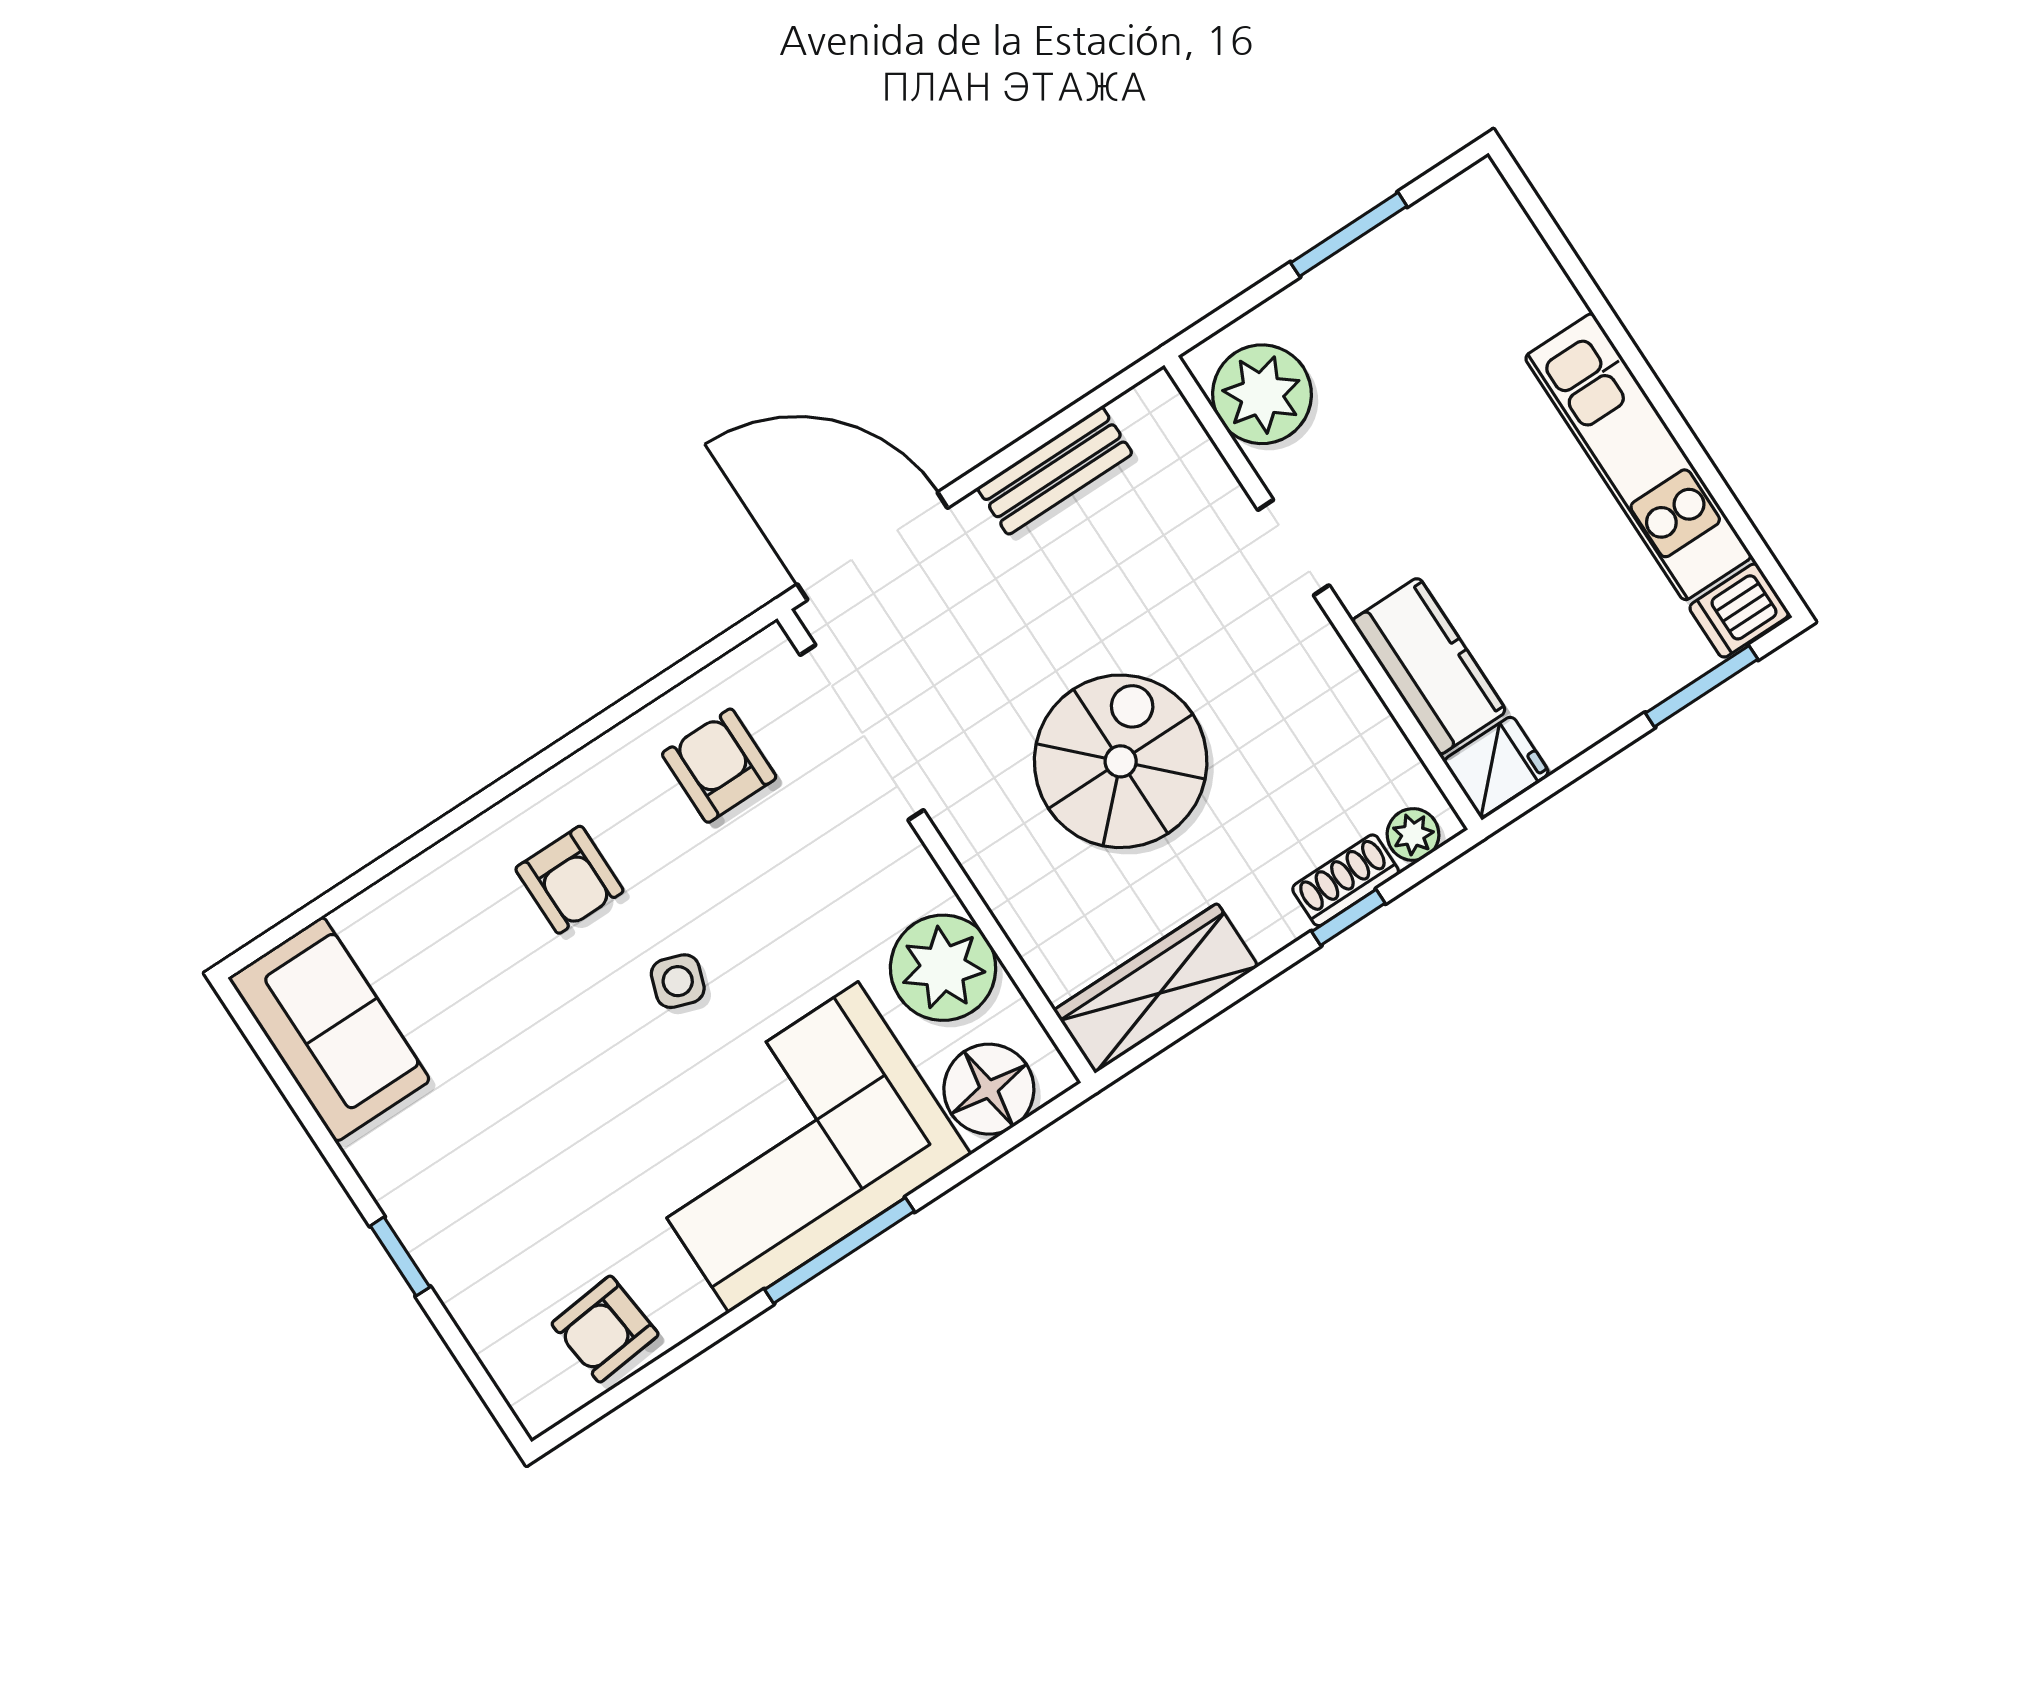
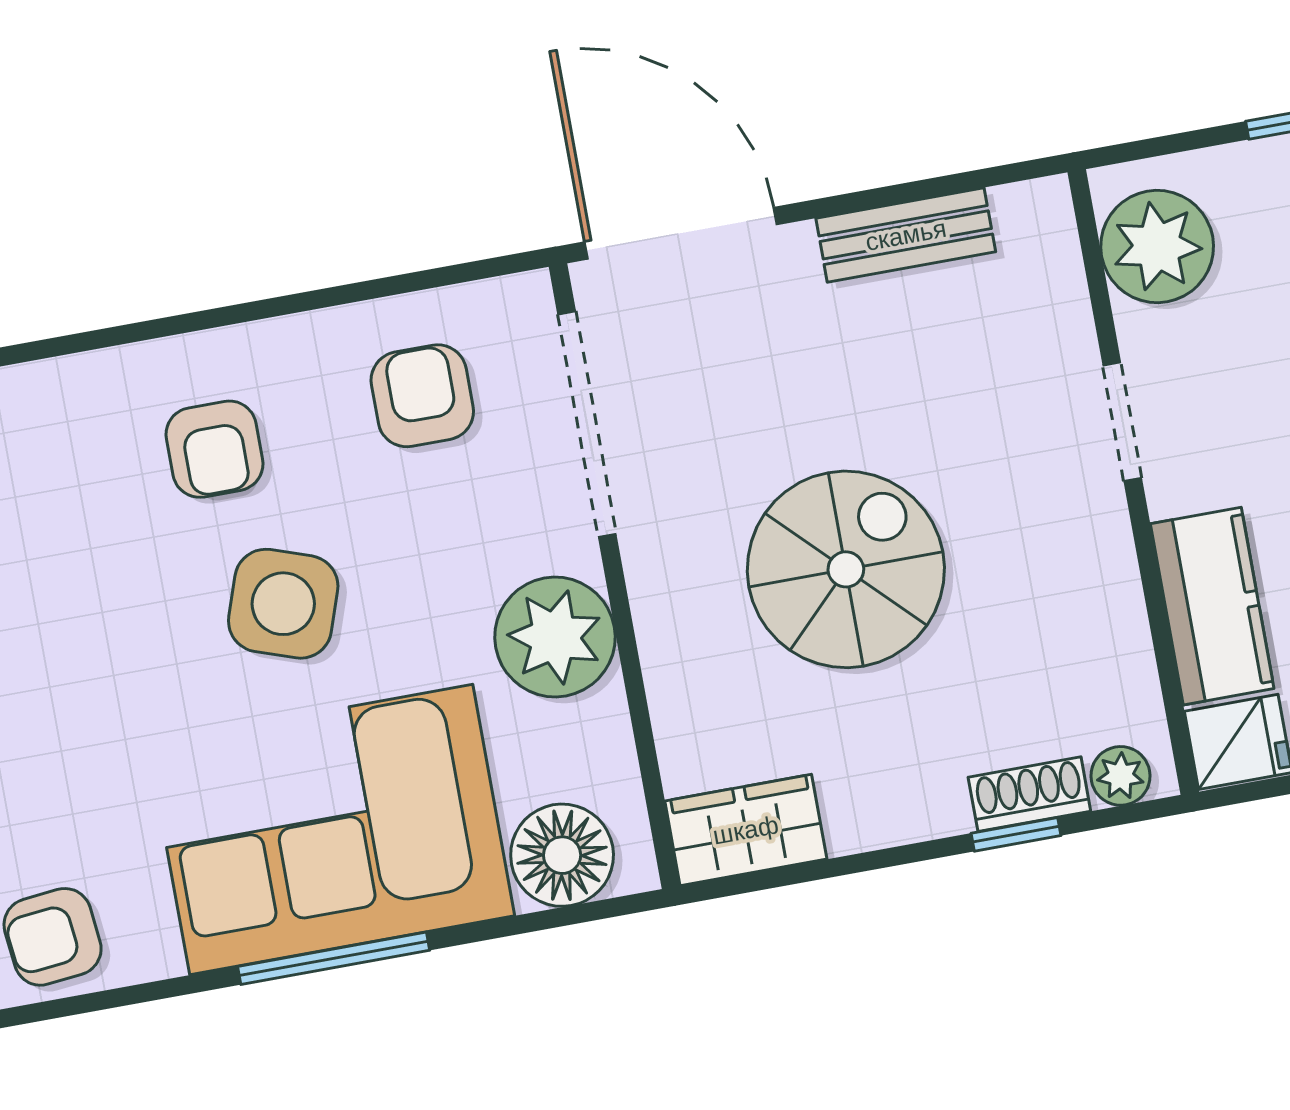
plant: (943, 968) -> (555, 637), moved
side table: (678, 981) -> (283, 604), width x1.87, depth x1.87
wardrobe: (1156, 988) -> (746, 830), width x0.67

